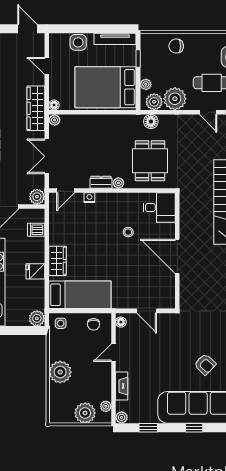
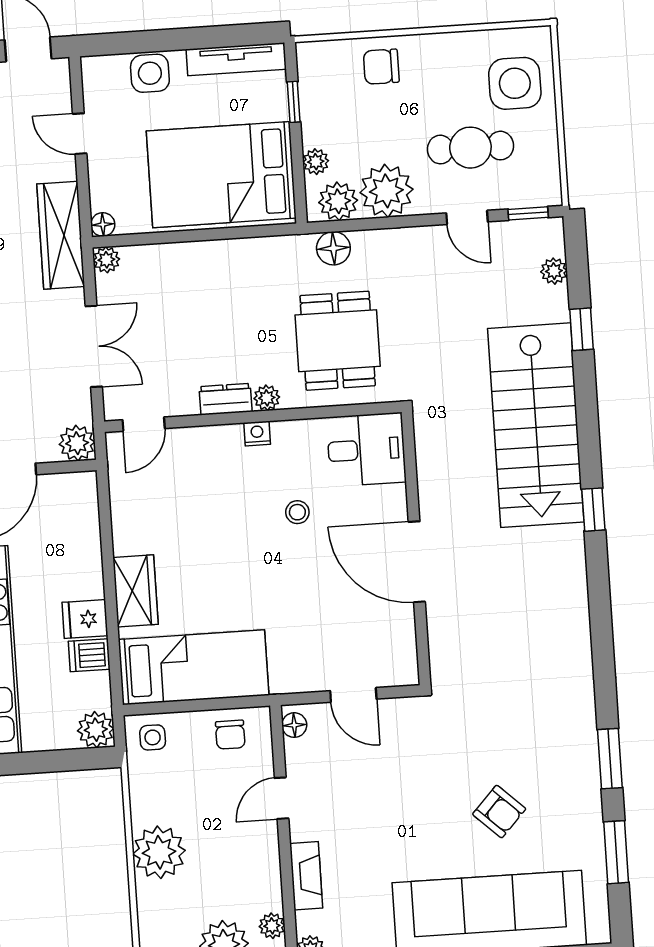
double door: (47, 156) -> (94, 346), swing flipped
nightstand: (89, 198) -> (257, 434), moved
dishwasher: (36, 230) -> (89, 655), moved

